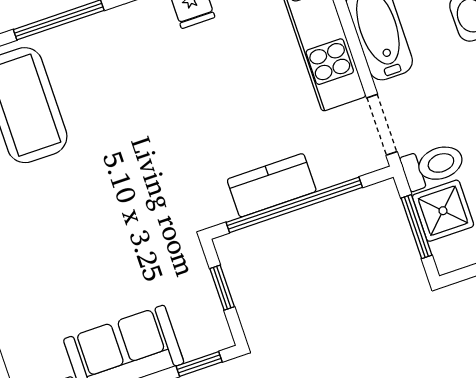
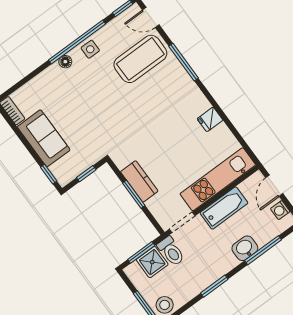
window: (294, 205) -> (134, 194), width x0.47

